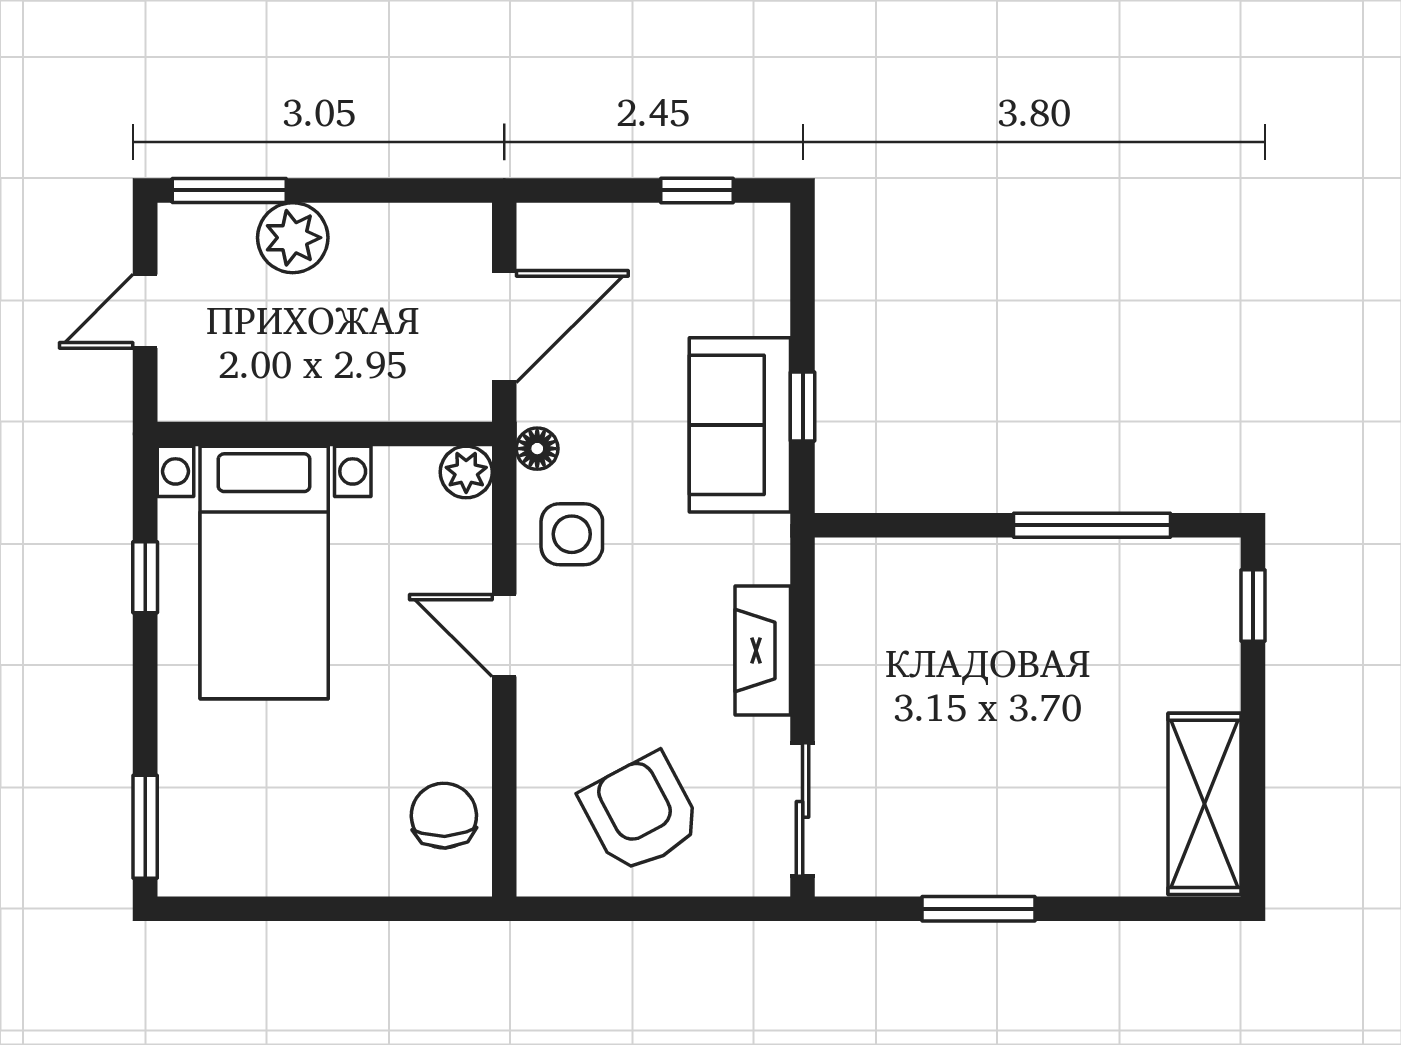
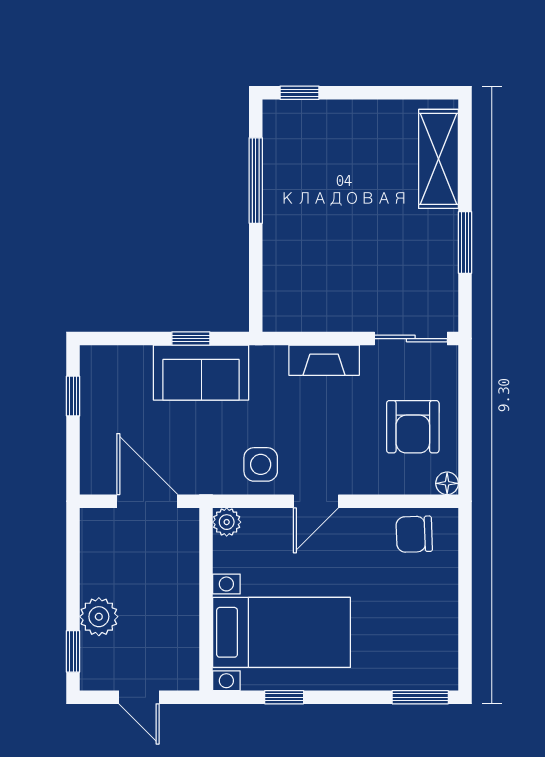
window: (229, 190) -> (73, 651), width x0.67
floor lamp: (537, 449) -> (447, 483), moved
shelving: (1205, 804) -> (439, 159), moved, turned 90
armchair: (641, 813) -> (413, 427), turned -62

